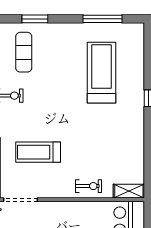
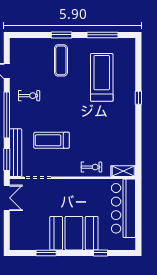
window: (35, 19) -> (61, 35), moved
exercise mat: (24, 52) -> (61, 60), moved

